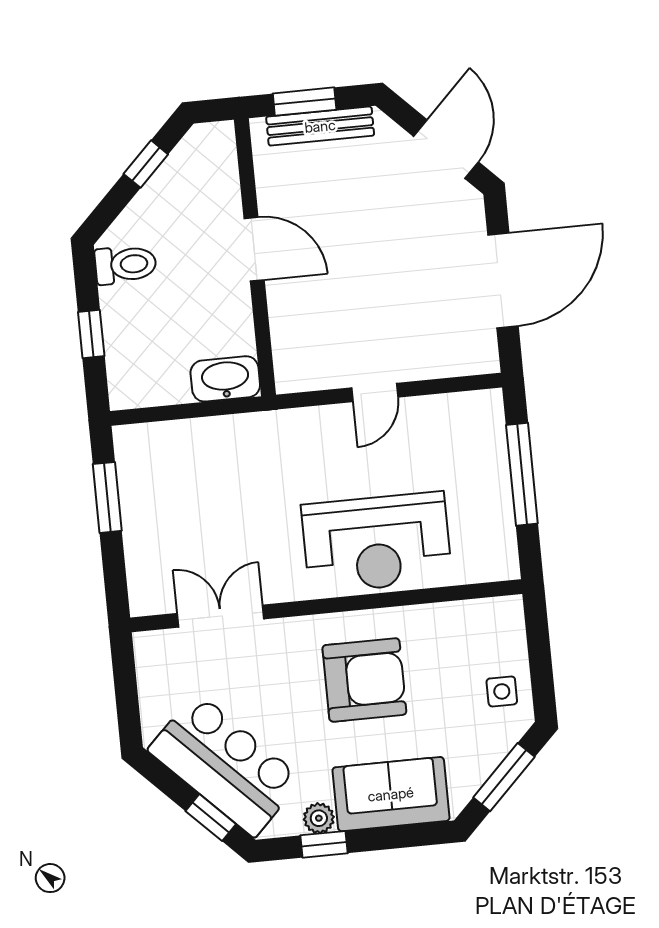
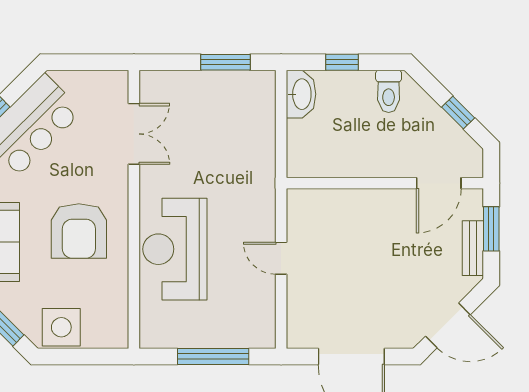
bench: (320, 126) -> (473, 248), width x0.73
door: (254, 249) -> (439, 183), moved
washbasin: (225, 379) -> (301, 94), moved
side table: (502, 691) -> (61, 327), width x1.87, depth x1.87

